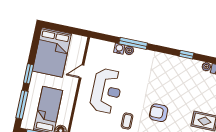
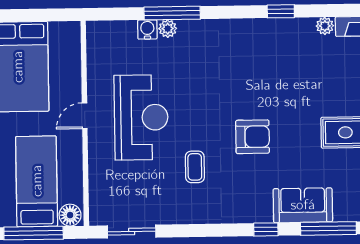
door: (82, 72) -> (85, 116), moved
armchair: (159, 113) -> (253, 137), turned 180

